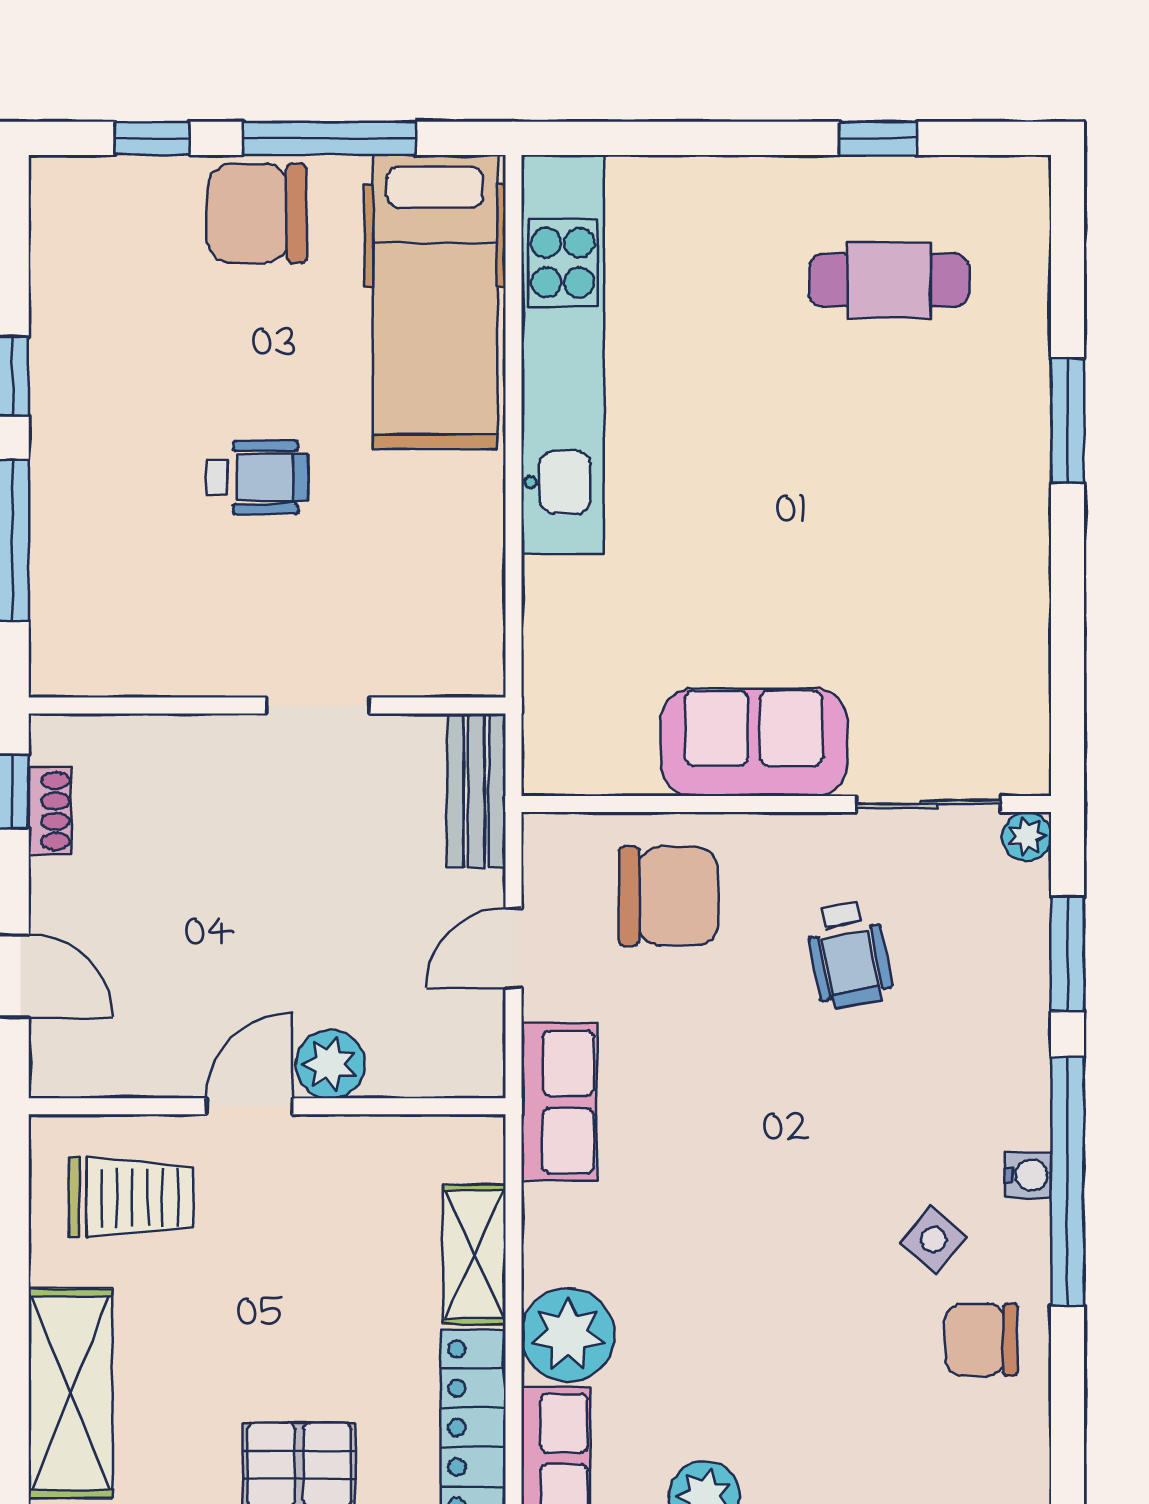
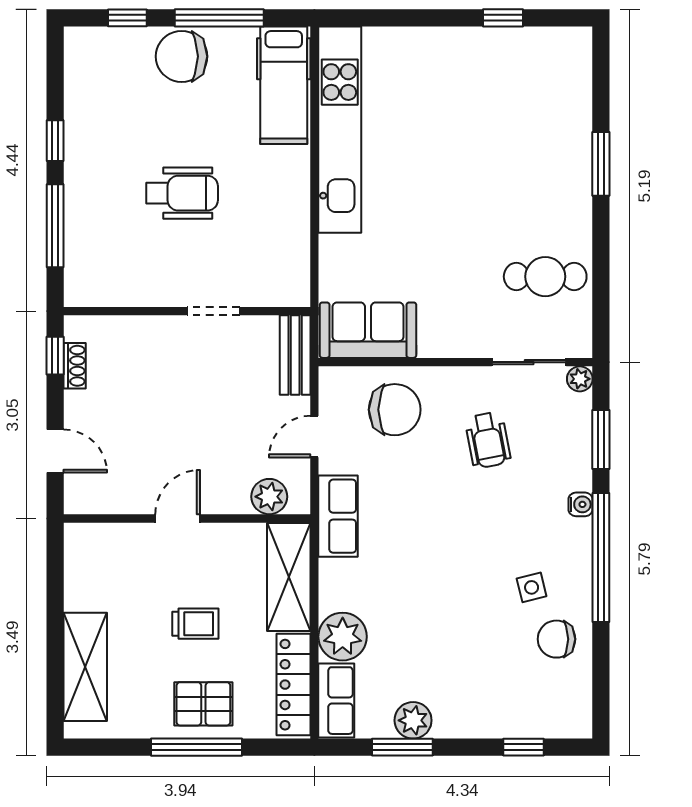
cafe table: (889, 280) -> (545, 277), moved
hospital bed: (435, 302) -> (284, 85), width x0.73, depth x0.78
wheelchair: (258, 477) -> (182, 193), width x1.36, depth x1.37
sofa: (754, 742) -> (368, 330), moved
plant: (330, 1064) -> (269, 497), moved
water cooler: (1028, 1175) -> (581, 504), moved
trolley: (131, 1197) -> (195, 624), moved, width x0.73, depth x0.72
side table: (933, 1240) -> (532, 587), turned 36
shelving: (474, 1254) -> (289, 577), width x1.50, depth x1.33

